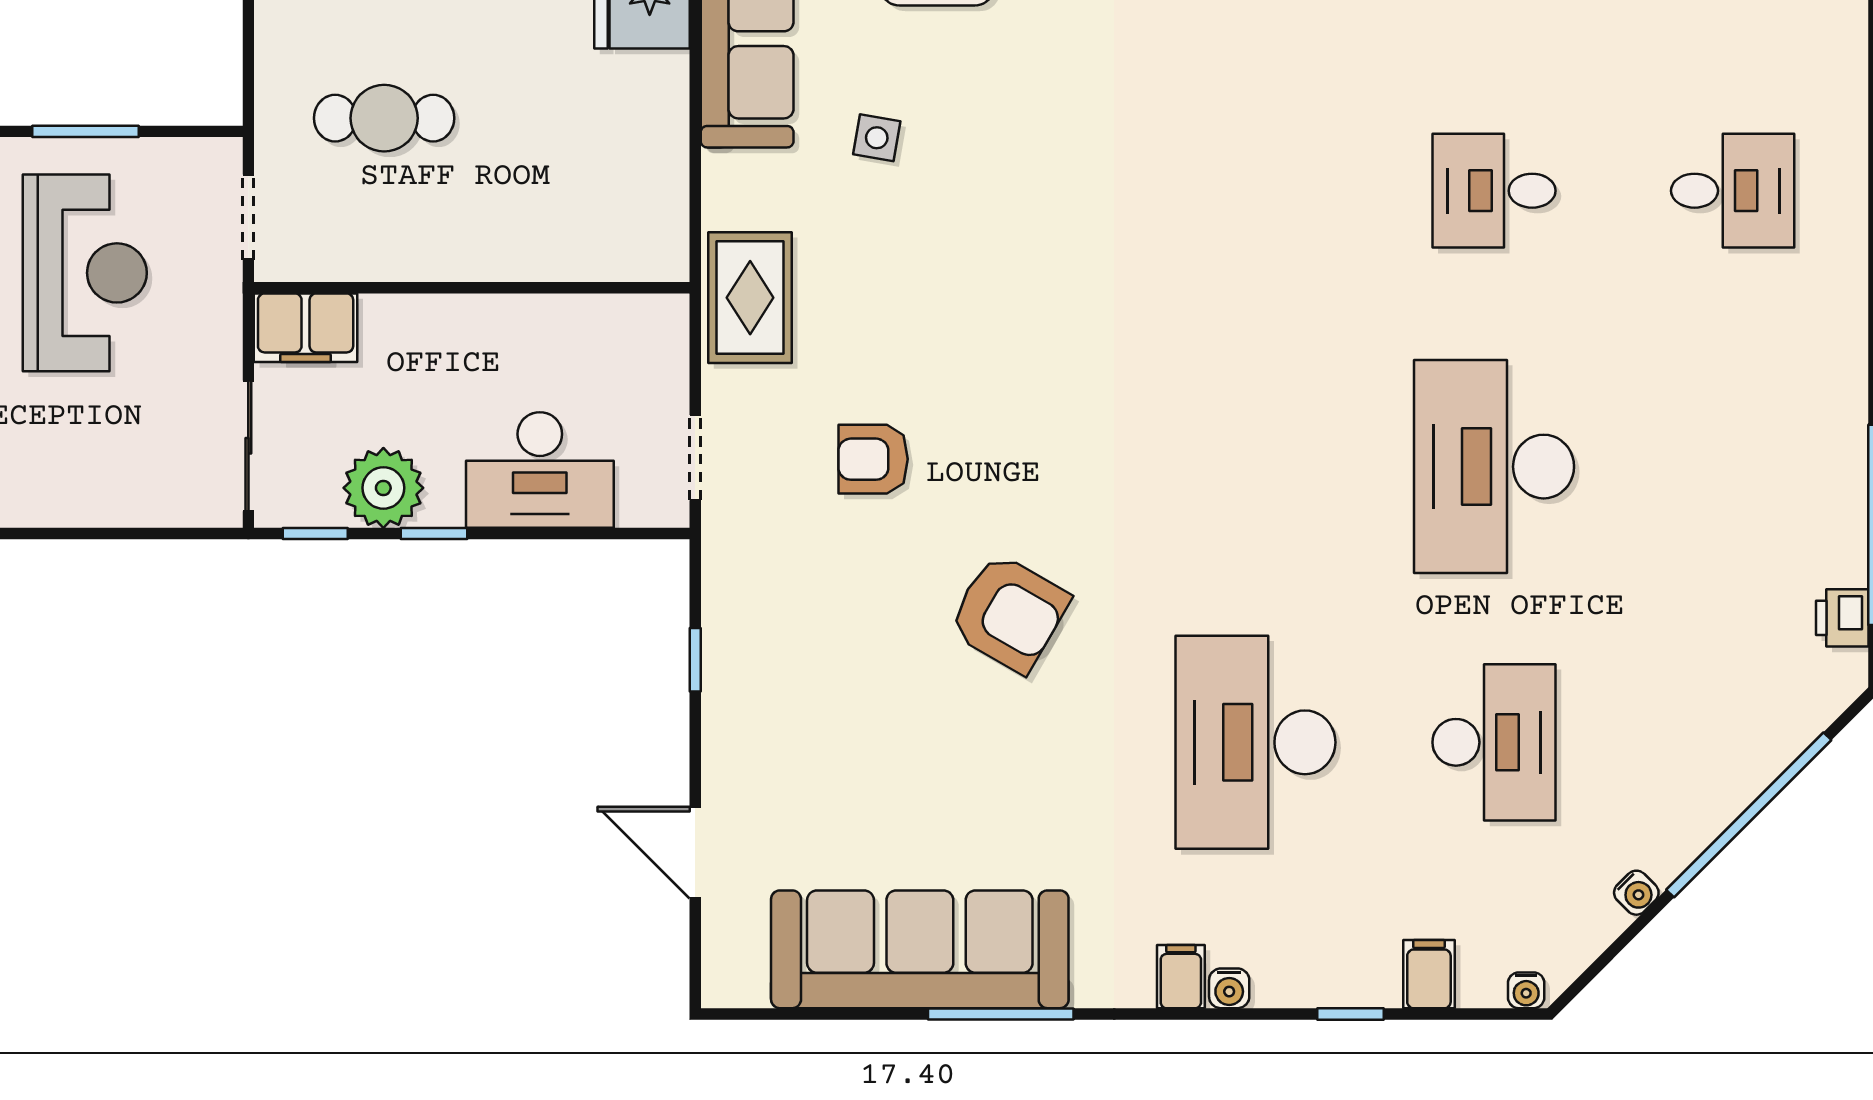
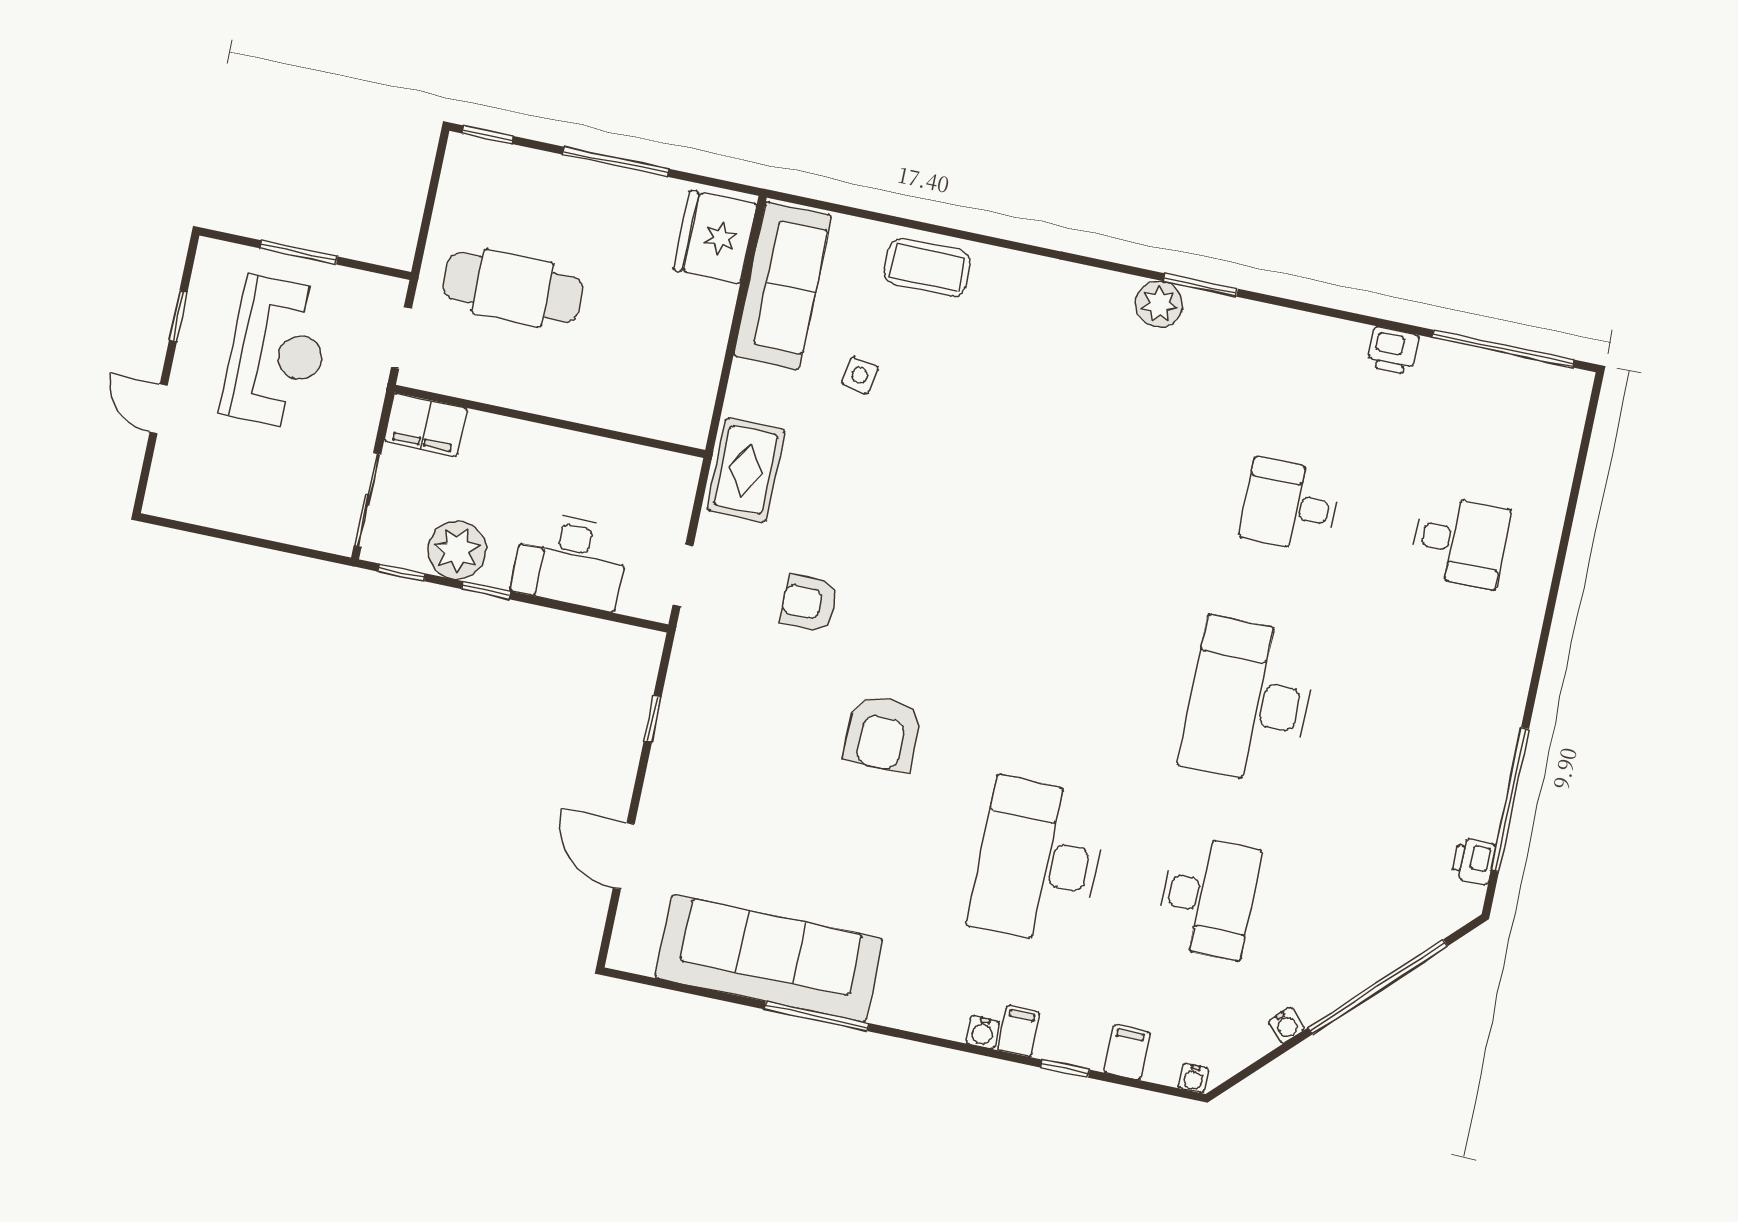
cafe table: (384, 118) -> (513, 288), width x1.37, depth x1.35
armchair: (1009, 613) -> (882, 733), turned 60
filing cabinet: (1181, 977) -> (1019, 1031), moved

